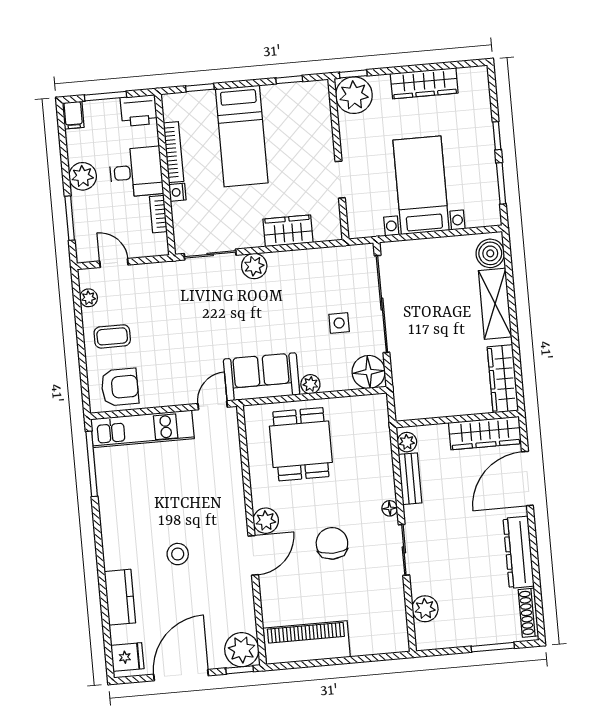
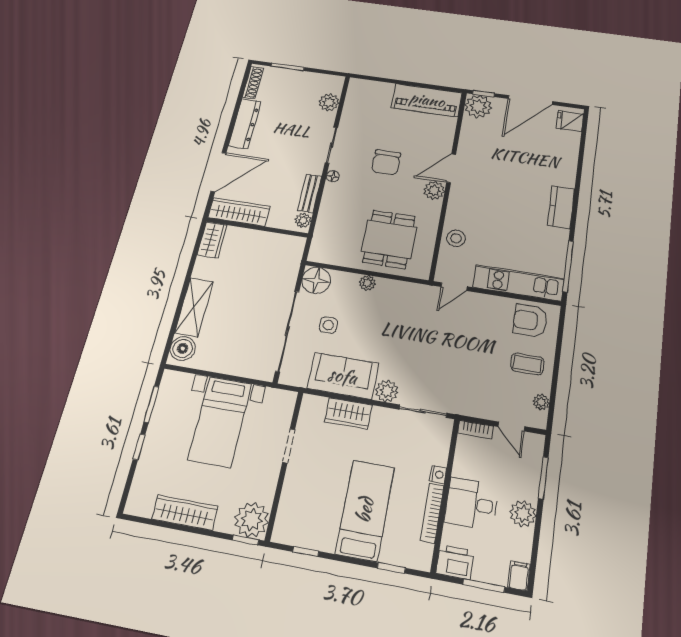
bookcase: (158, 214) -> (475, 430), moved, turned 90
sofa: (262, 377) -> (343, 376), moved, turned 180
wardrobe: (503, 379) -> (212, 240), width x0.67
stool: (178, 554) -> (456, 238), moved
kitchen counter: (120, 597) -> (561, 207), moved

